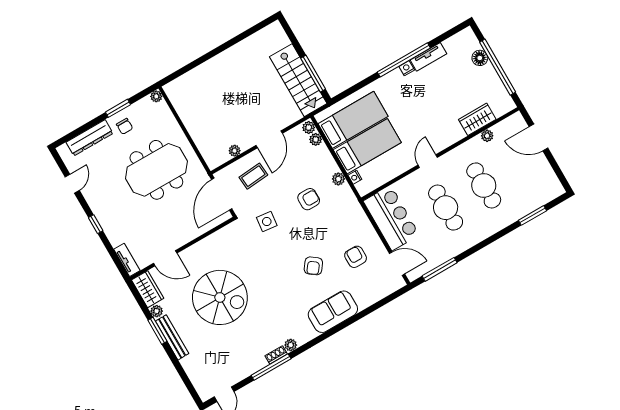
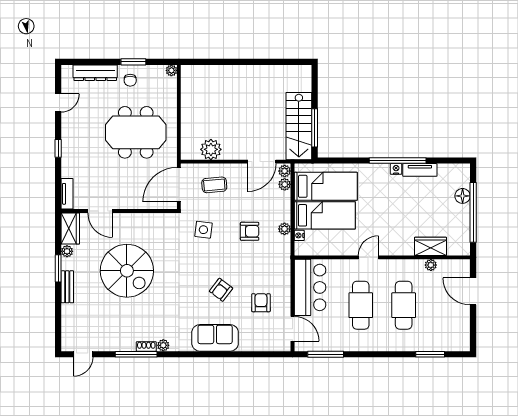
door: (269, 139) -> (262, 162), moved
plant: (235, 151) -> (211, 149), width x1.87, depth x1.87
bench: (172, 337) -> (67, 287), width x0.73

